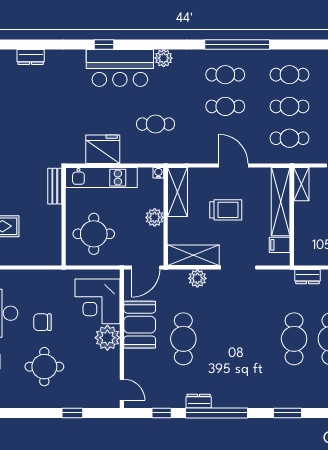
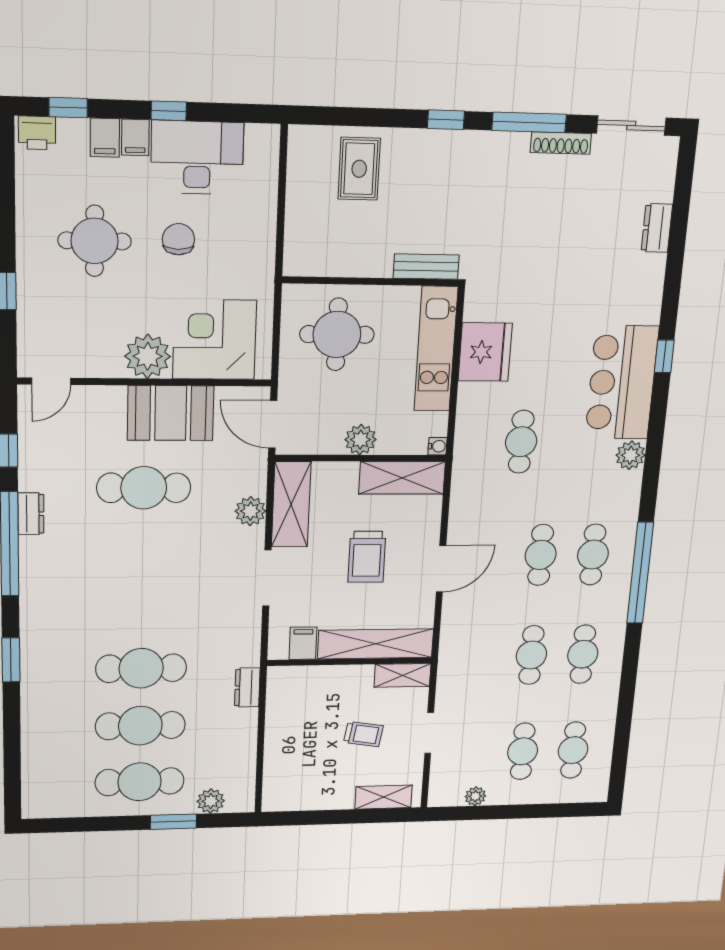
cafe table: (290, 138) -> (480, 656), removed

